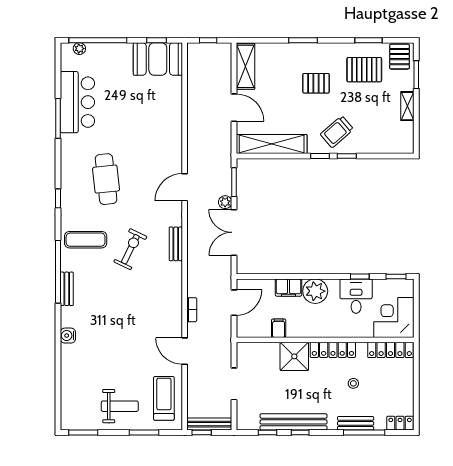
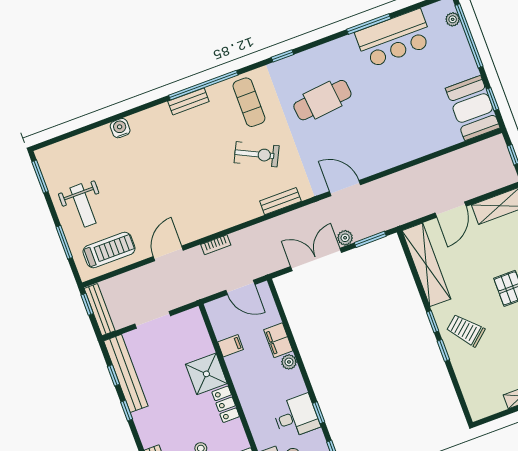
plant: (315, 291) -> (289, 362), width x0.53, depth x0.53
water cooler: (68, 336) -> (120, 128), moved
locker: (333, 350) -> (226, 404), width x0.66
bench: (294, 422) -> (126, 373), moved

